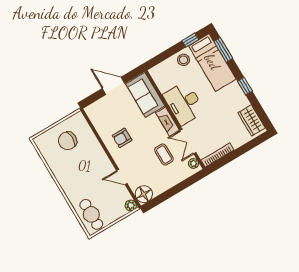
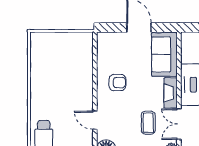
armchair: (122, 138) -> (117, 82), turned 180
chair: (68, 141) -> (63, 54), removed

